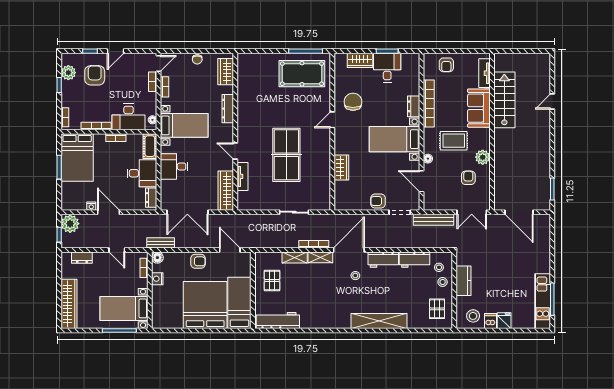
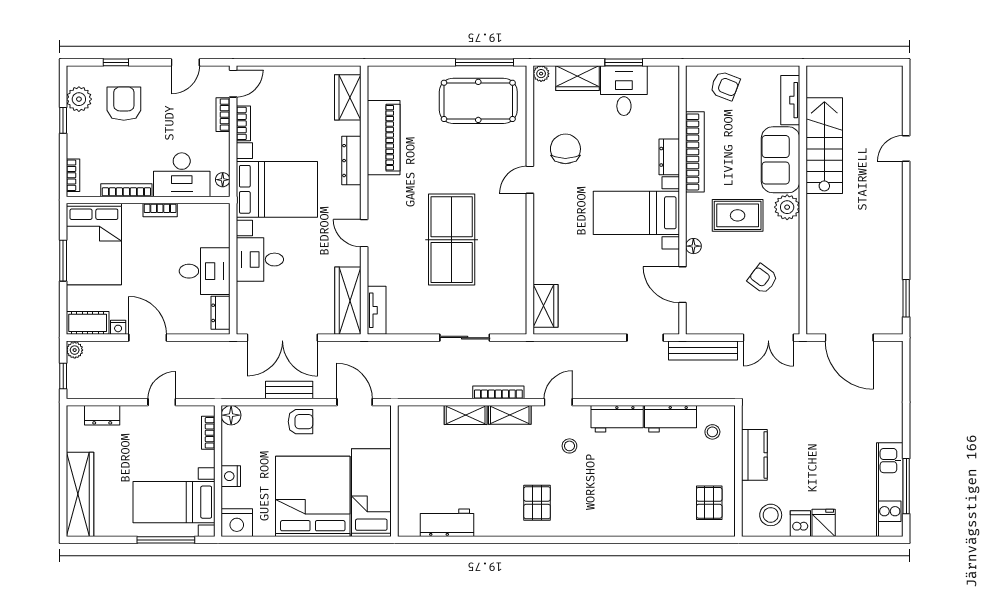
door: (116, 51) -> (185, 62), moved
plant: (339, 58) -> (541, 74), added
chair: (197, 59) -> (299, 76), removed
armchair: (446, 65) -> (725, 86), turned -69
piano: (247, 95) -> (384, 138), added
bed with nightstands: (184, 125) -> (277, 189), width x1.36
cot: (150, 146) -> (88, 323), moved, turned 90
plant: (483, 157) -> (787, 207), moved
wardrobe: (341, 167) -> (546, 306), moved
tv unit: (243, 176) -> (377, 310), moved
armchair: (468, 178) -> (763, 279), turned -53
armchair: (378, 201) -> (608, 319), removed
plant: (70, 224) -> (75, 350), width x0.53, depth x0.53
bench: (161, 243) -> (289, 390), moved
door: (117, 250) -> (162, 402), swing flipped
door: (349, 250) -> (558, 402), width x0.53
nightstand: (157, 279) -> (231, 476), moved
pallet: (272, 280) -> (537, 503), moved
stool: (443, 282) -> (719, 457), removed
nightstand: (161, 320) -> (237, 523), added
workbench: (278, 320) -> (447, 523), width x0.73
shelving: (379, 321) -> (610, 524), removed

